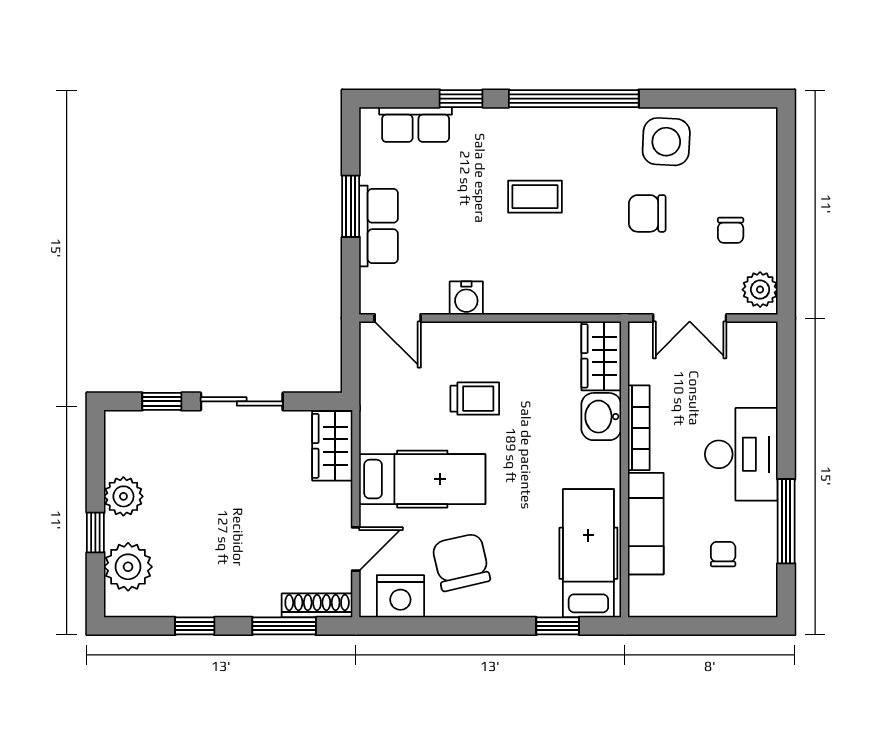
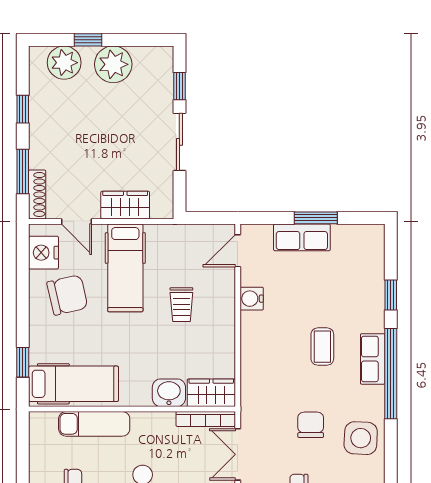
row of seats: (416, 124) -> (373, 359), moved
bookcase: (639, 428) -> (206, 419), moved
wardrobe: (332, 446) -> (125, 205), moved
plant: (123, 496) -> (113, 64), width x1.36, depth x1.36

